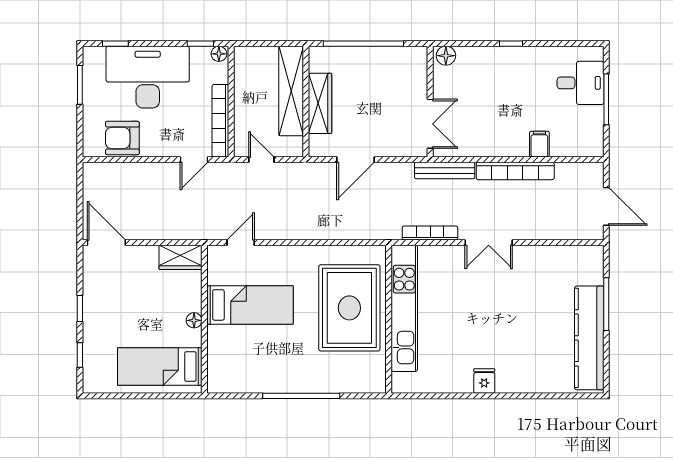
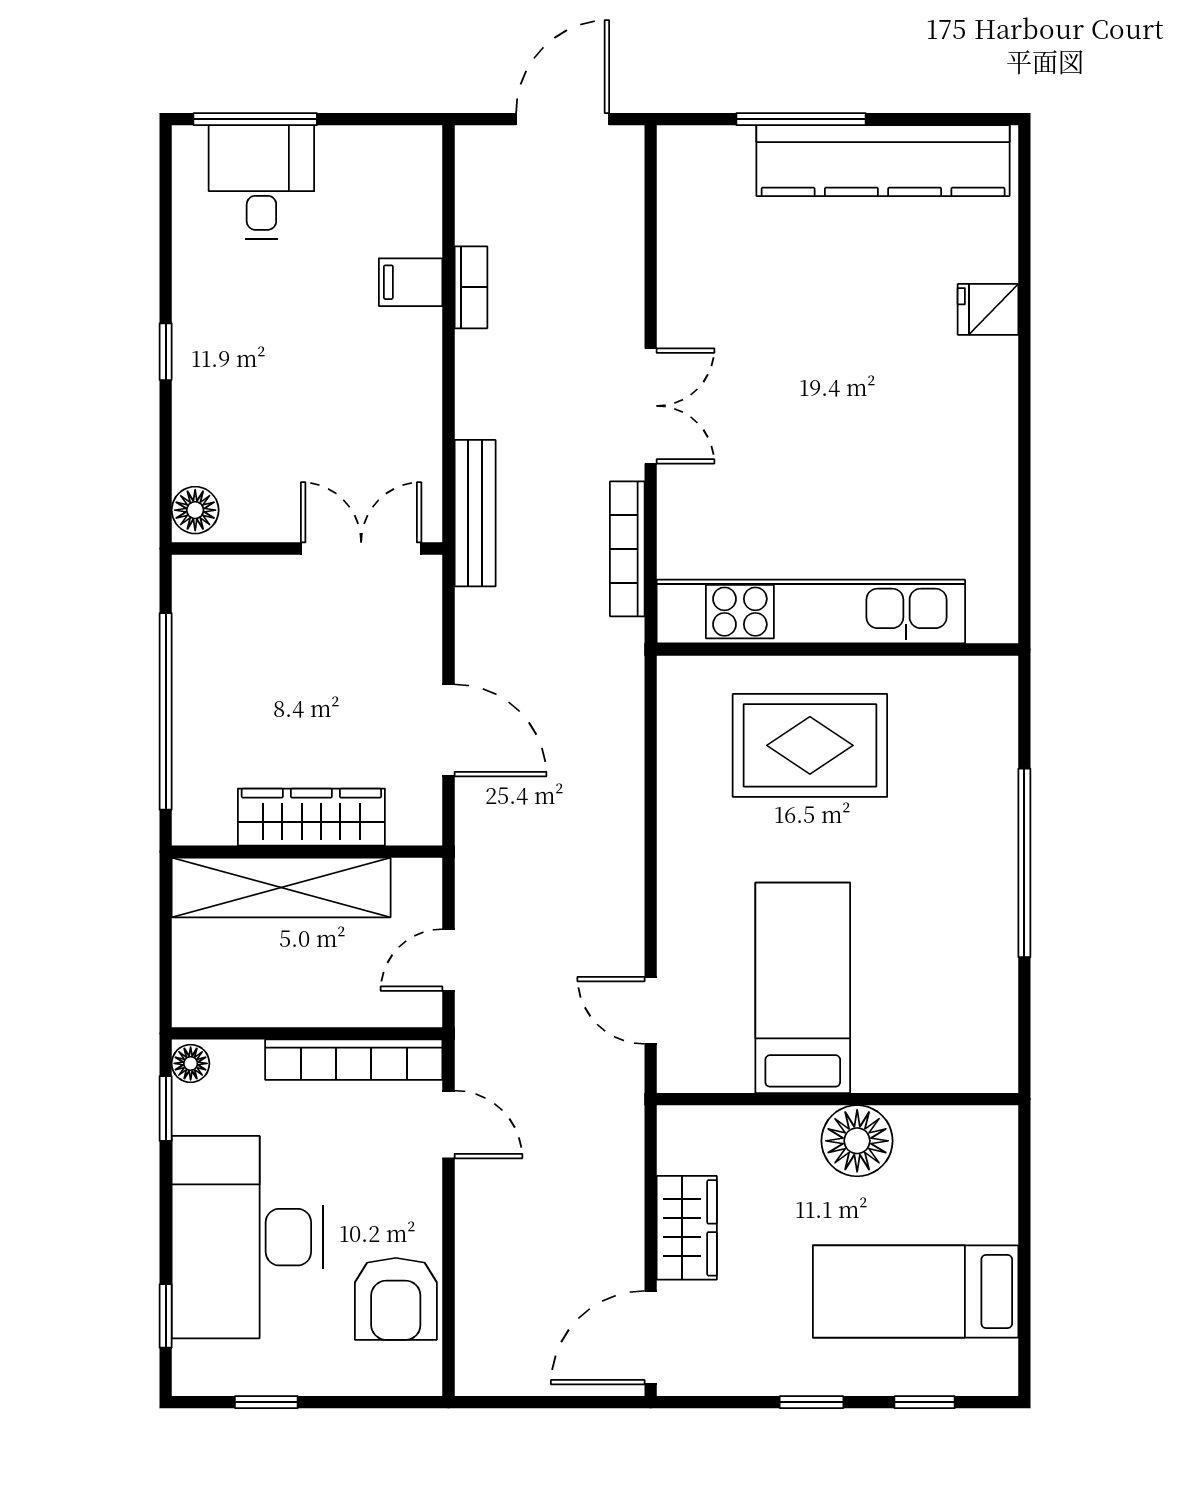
window: (80, 85) -> (266, 1402), width x0.67
window: (606, 99) -> (255, 119), moved
bookcase: (515, 171) -> (471, 287), width x0.43, depth x0.76
wardrobe: (180, 257) -> (687, 1228), moved
rug: (349, 308) -> (810, 745), width x0.73, depth x0.69
floor lamp: (194, 320) -> (857, 1141), width x1.89, depth x1.89
bed: (160, 366) -> (916, 1291), moved, turned 90
fridge: (484, 381) -> (988, 309), moved

